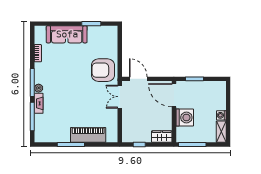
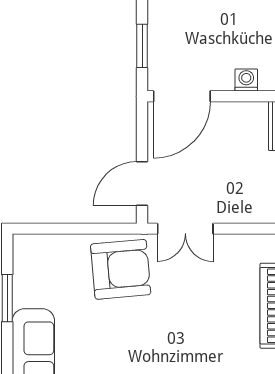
armchair: (103, 70) -> (121, 269), turned -95
washing machine: (185, 117) -> (246, 80), width x0.53, depth x0.53

